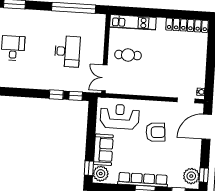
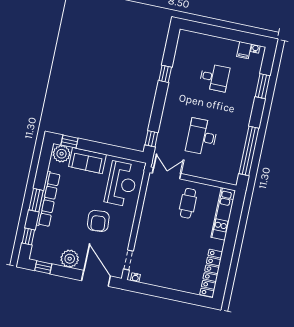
desk: (67, 51) -> (202, 137), turned 90
window: (56, 95) -> (165, 74), moved
plant: (191, 176) -> (70, 259), moved

